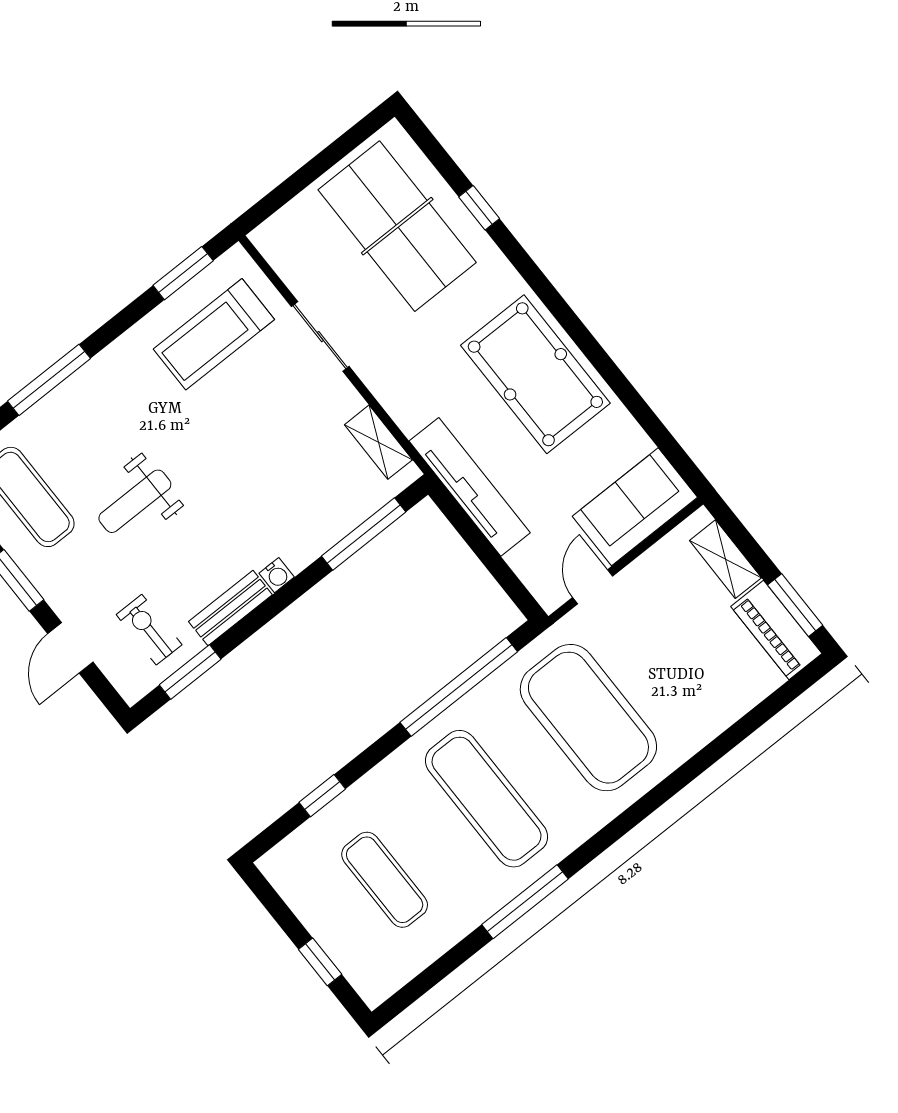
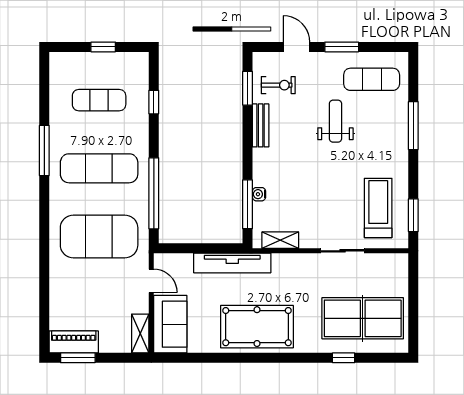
shelving: (725, 559) -> (140, 334), moved, turned 90
water cooler: (277, 575) -> (259, 194), moved
window: (320, 962) -> (103, 47), moved

